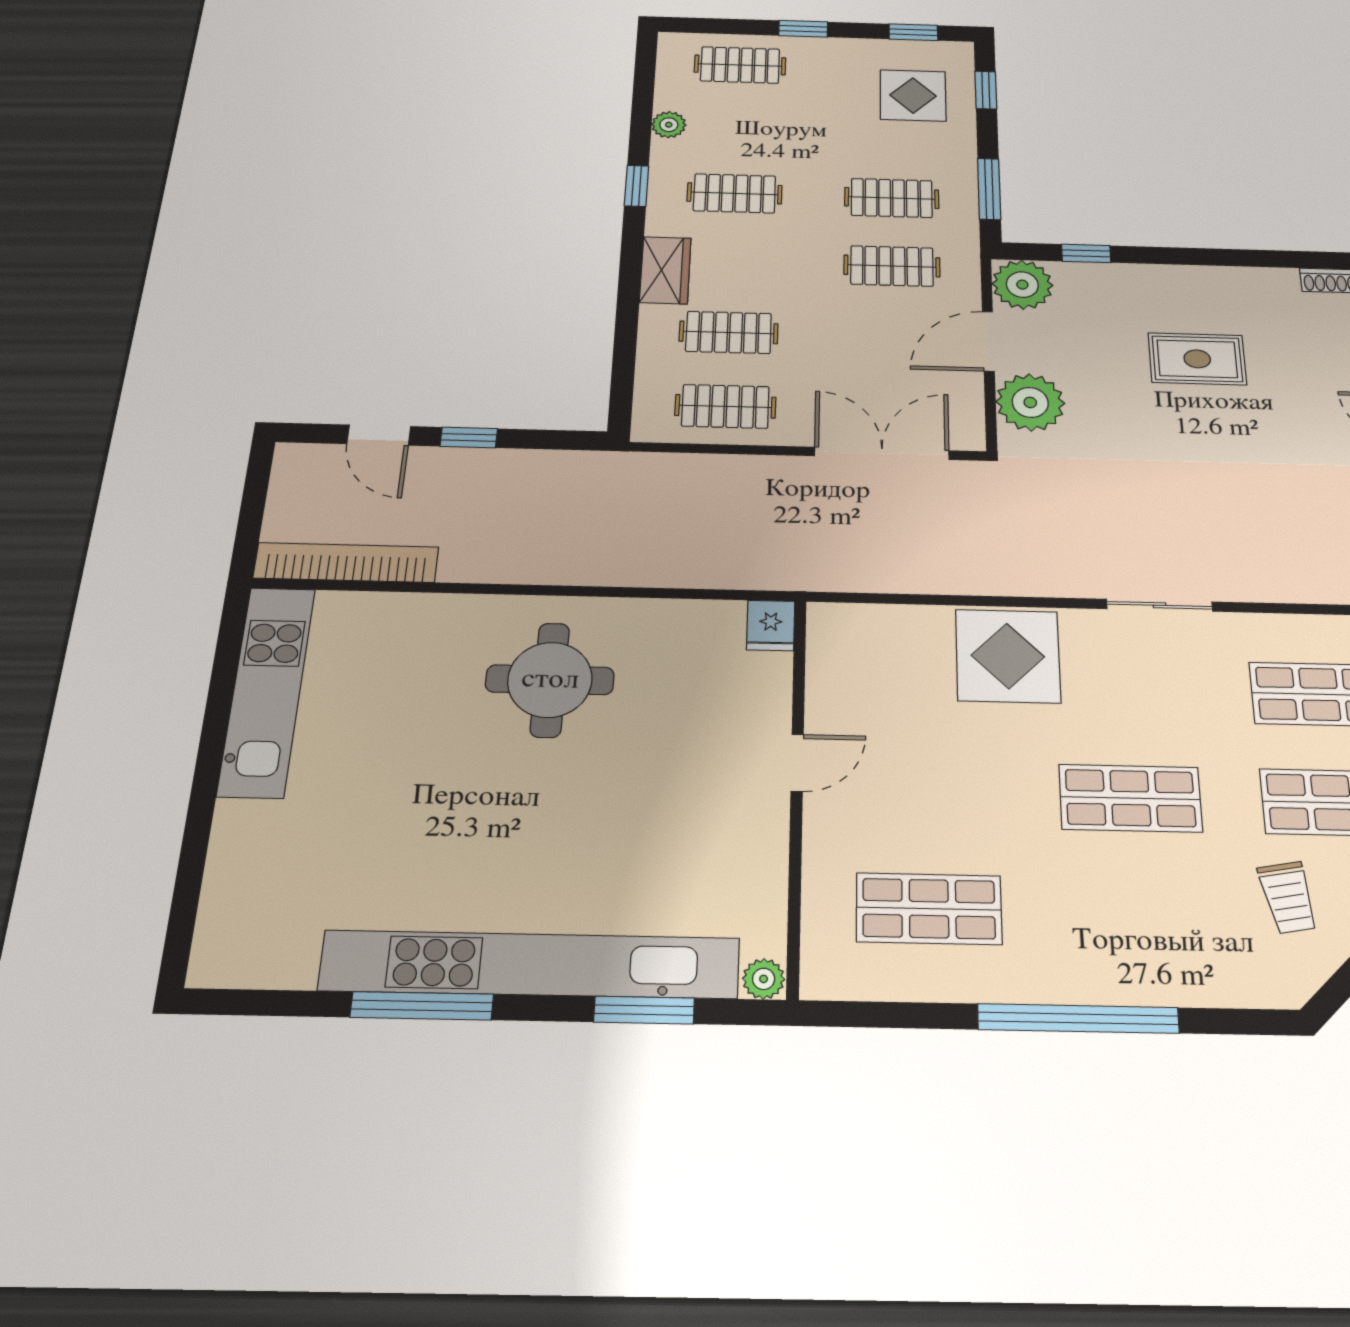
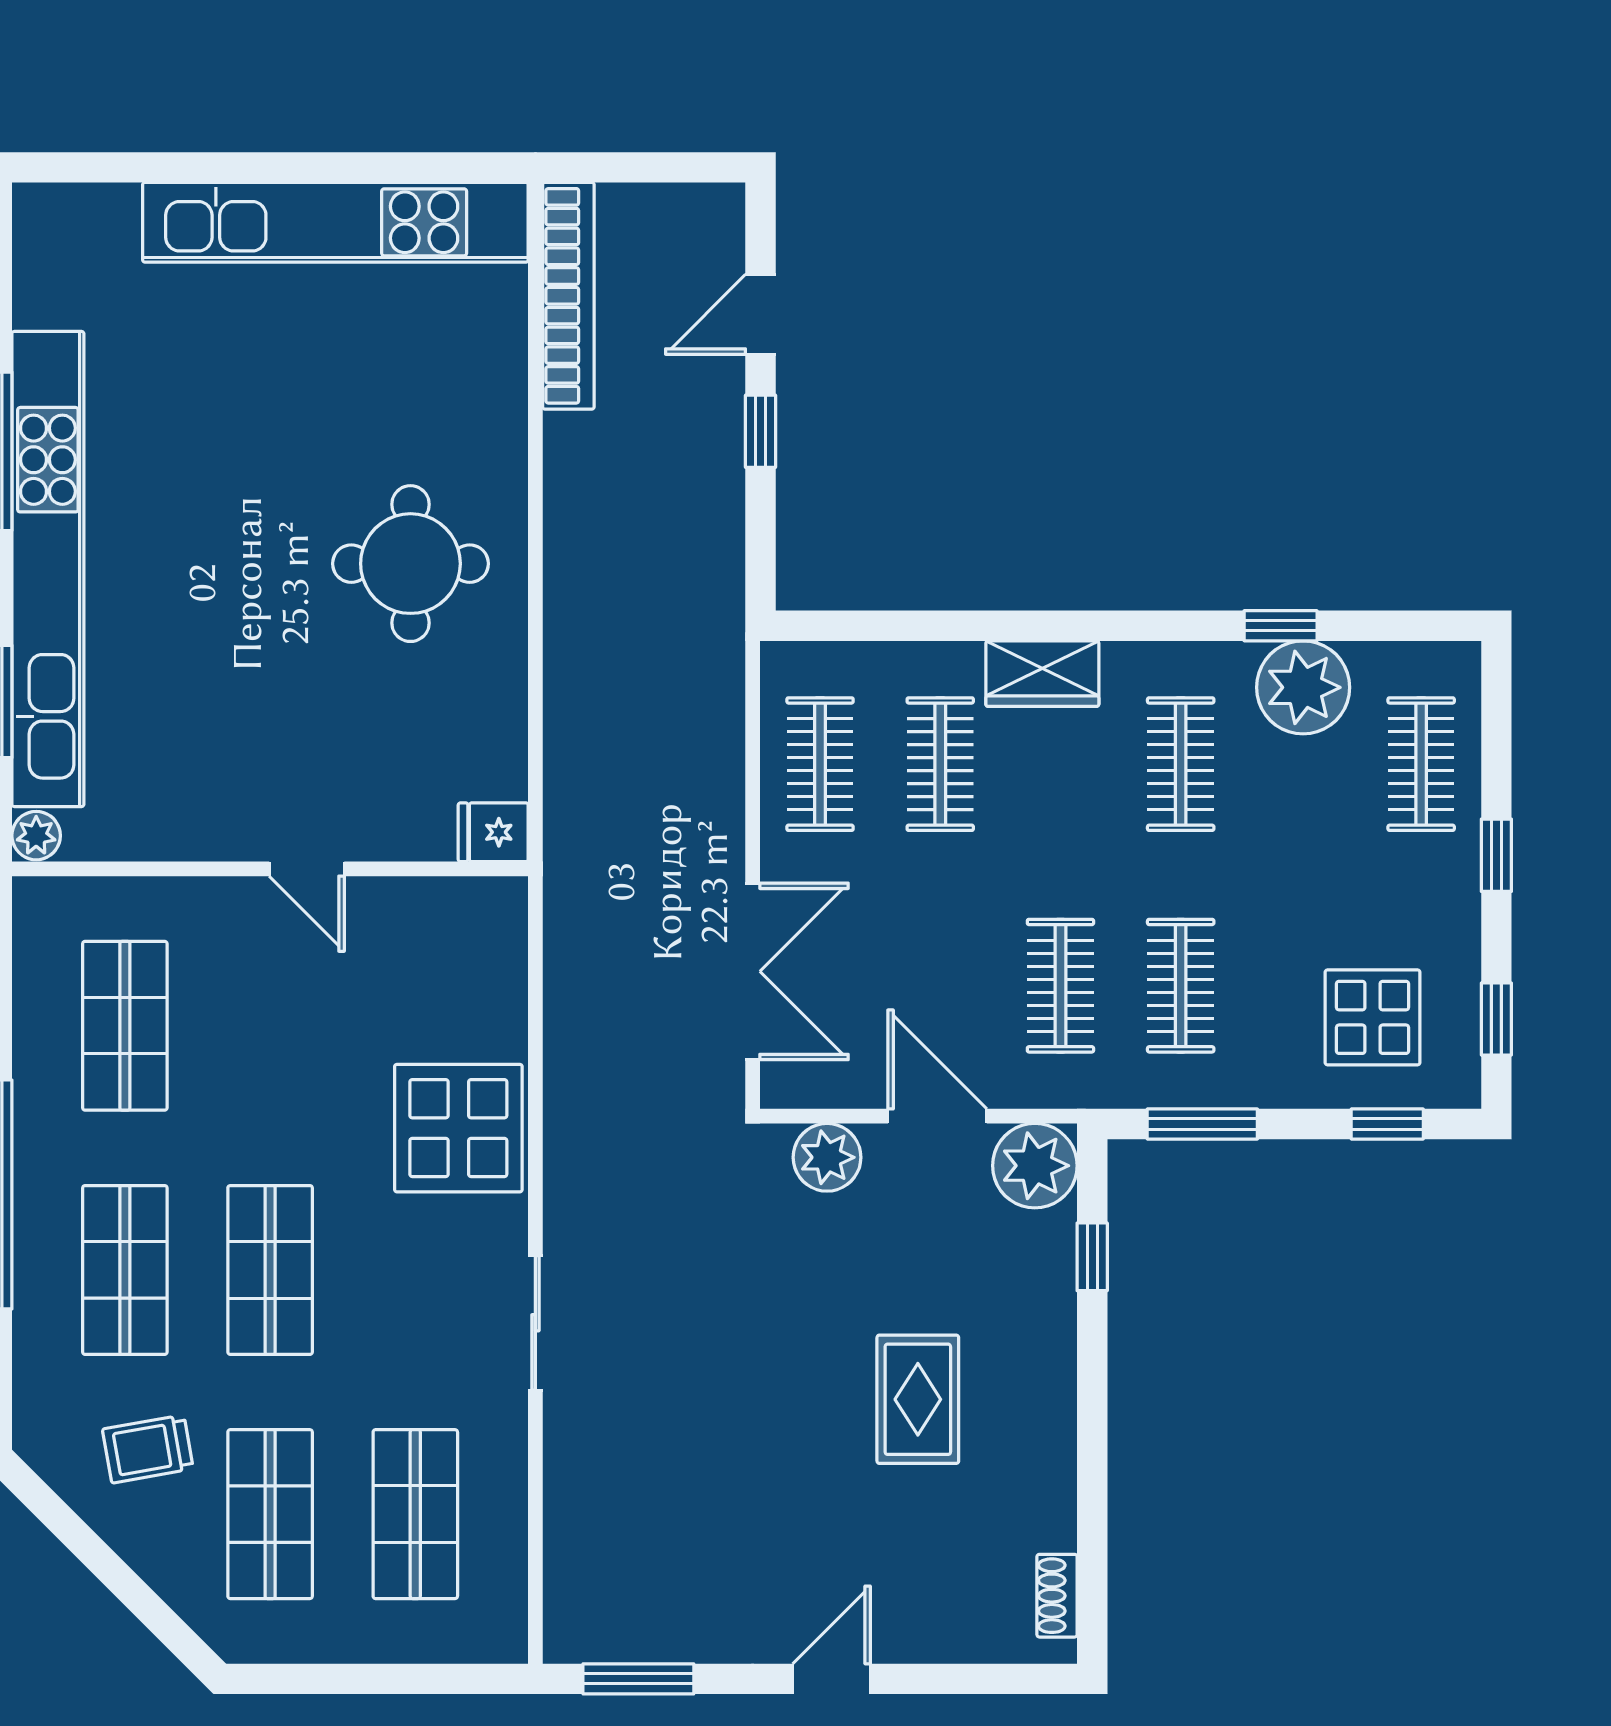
plant: (669, 125) -> (1303, 687), width x1.88, depth x1.88
window: (636, 186) -> (1281, 626), moved
plant: (1030, 402) -> (827, 1157), width x0.73, depth x0.73
kitchen unit: (267, 691) -> (335, 222), width x1.36
shop shelf: (1138, 913) -> (125, 1270), added

